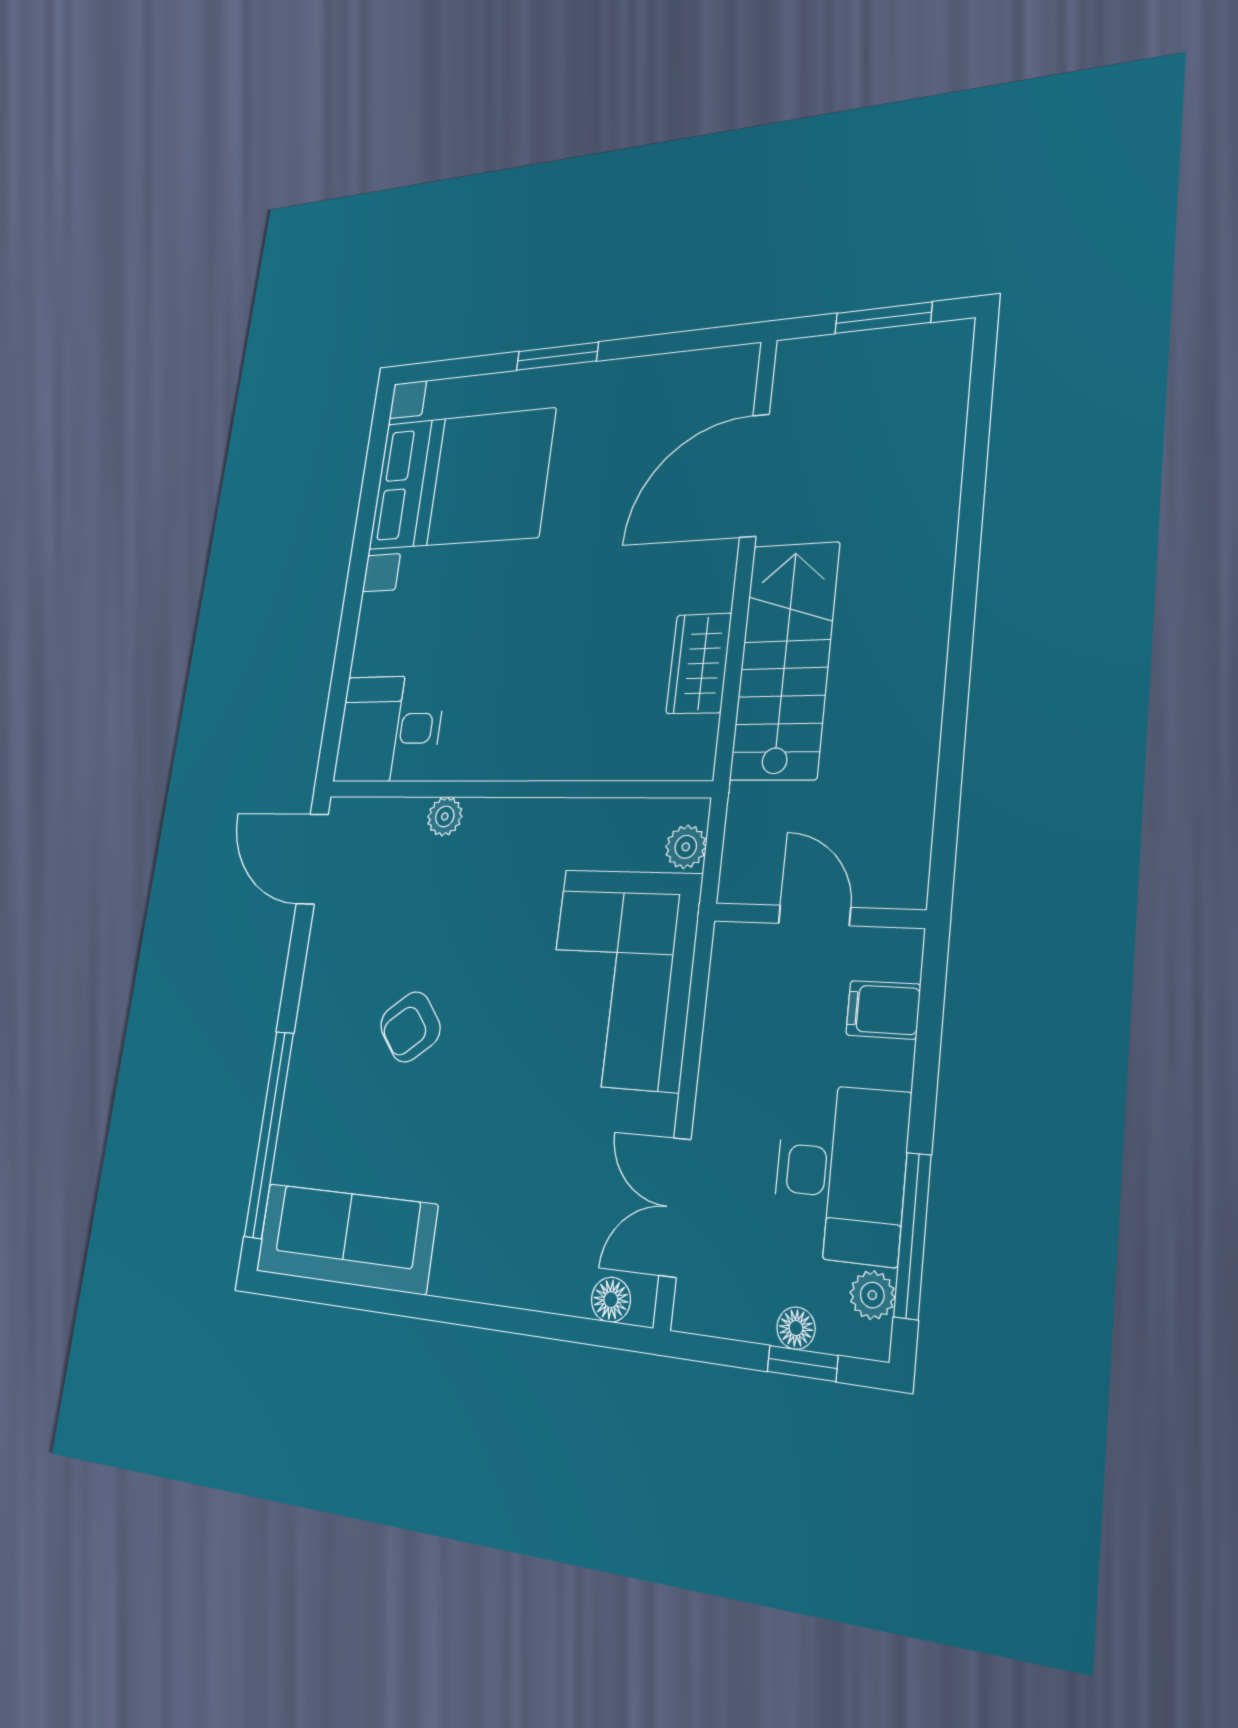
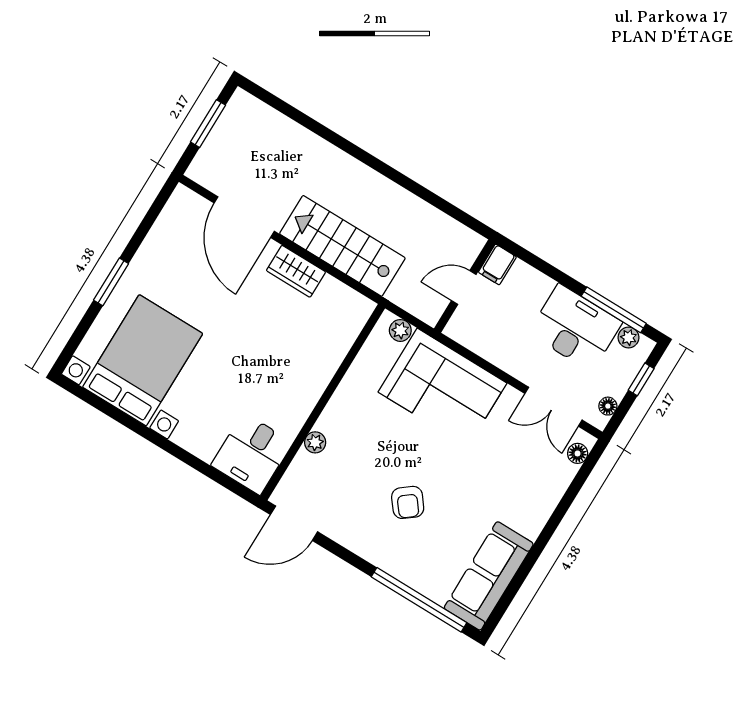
wardrobe: (699, 663) -> (296, 271), moved
filing cabinet: (883, 1010) -> (497, 264), moved
floor lamp: (796, 1328) -> (608, 406), moved

